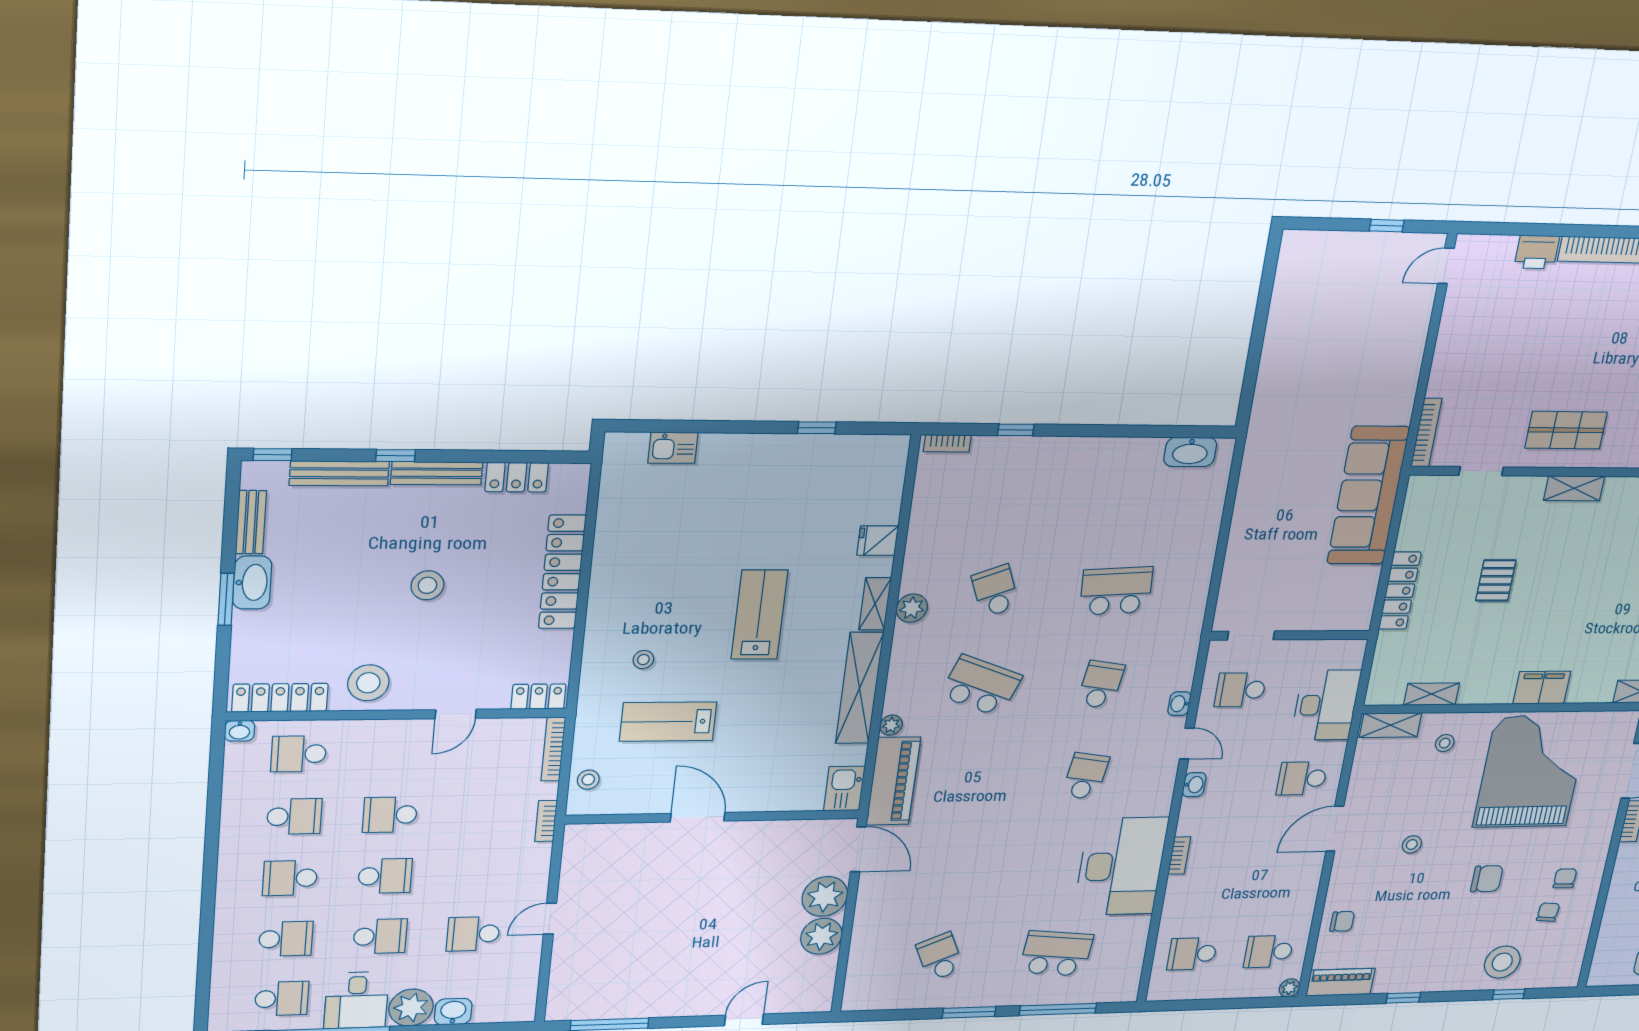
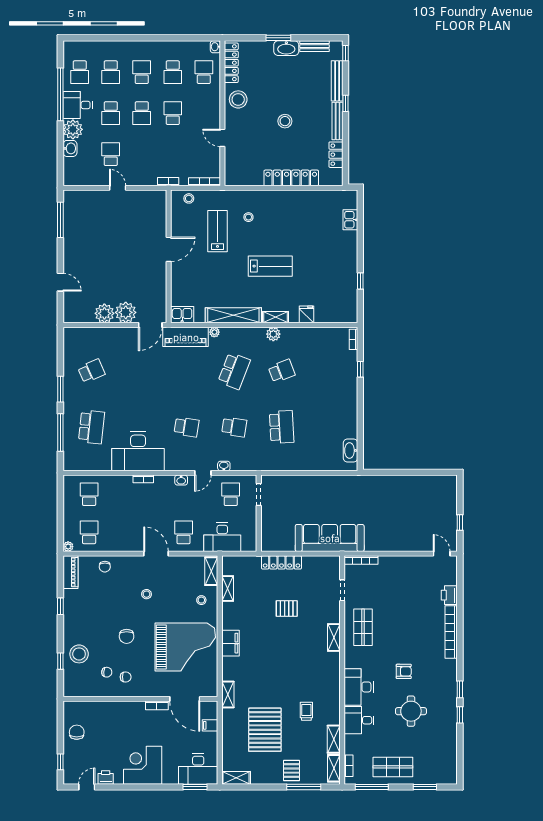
locker: (538, 697) -> (231, 173), removed

